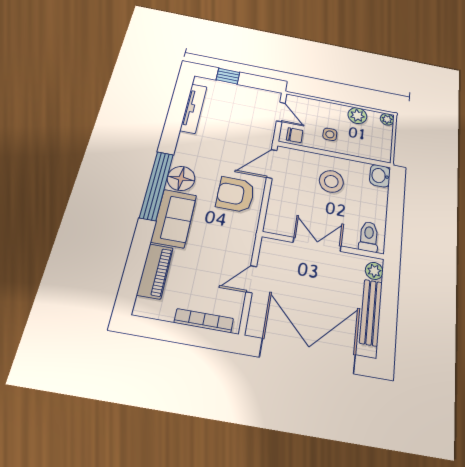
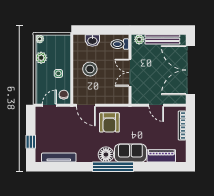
washbasin: (380, 176) -> (92, 40), moved

